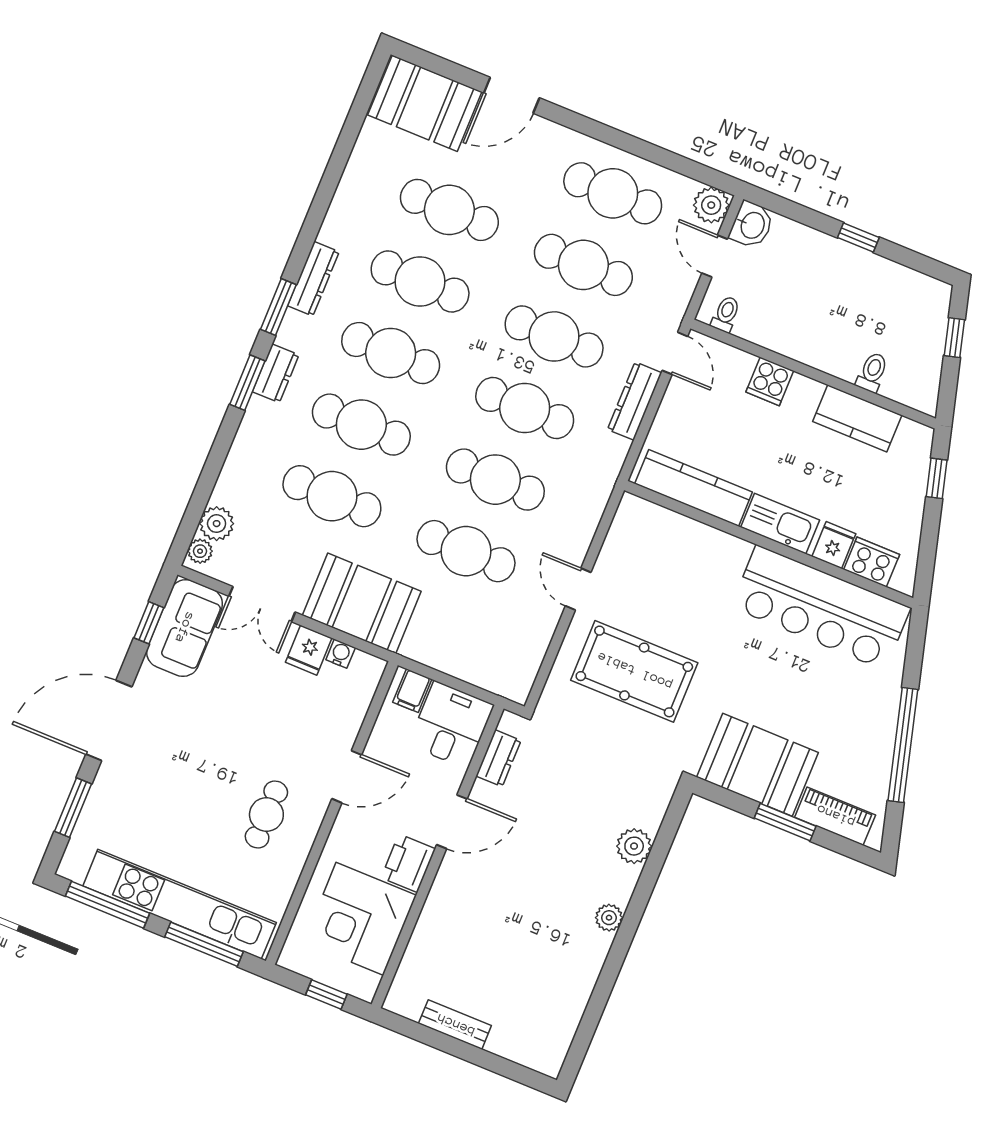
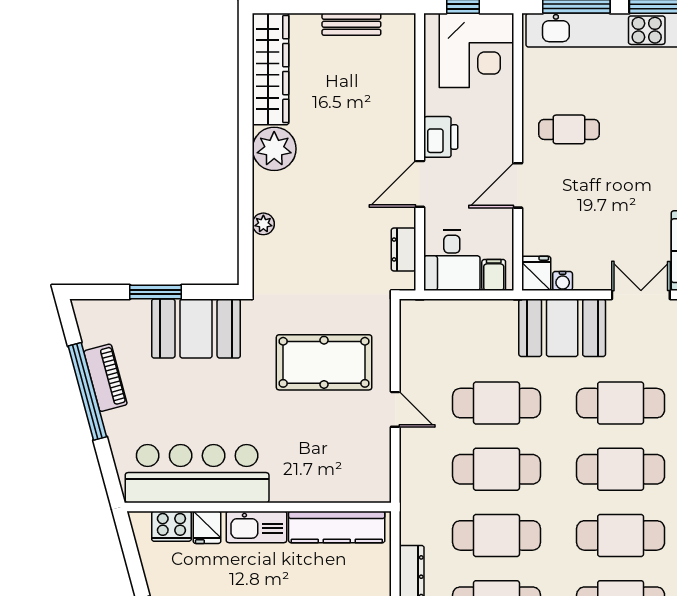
fridge: (309, 650) -> (536, 273), moved
cafe table: (266, 815) -> (569, 129), turned 90
piano: (835, 816) -> (105, 378), moved, turned -105
plant: (634, 846) -> (263, 224), width x0.73, depth x0.73
plant: (609, 918) -> (274, 149), width x1.88, depth x1.88
corner desk: (360, 919) -> (476, 50), moved, turned 90
wardrobe: (562, 1012) -> (271, 69), added

